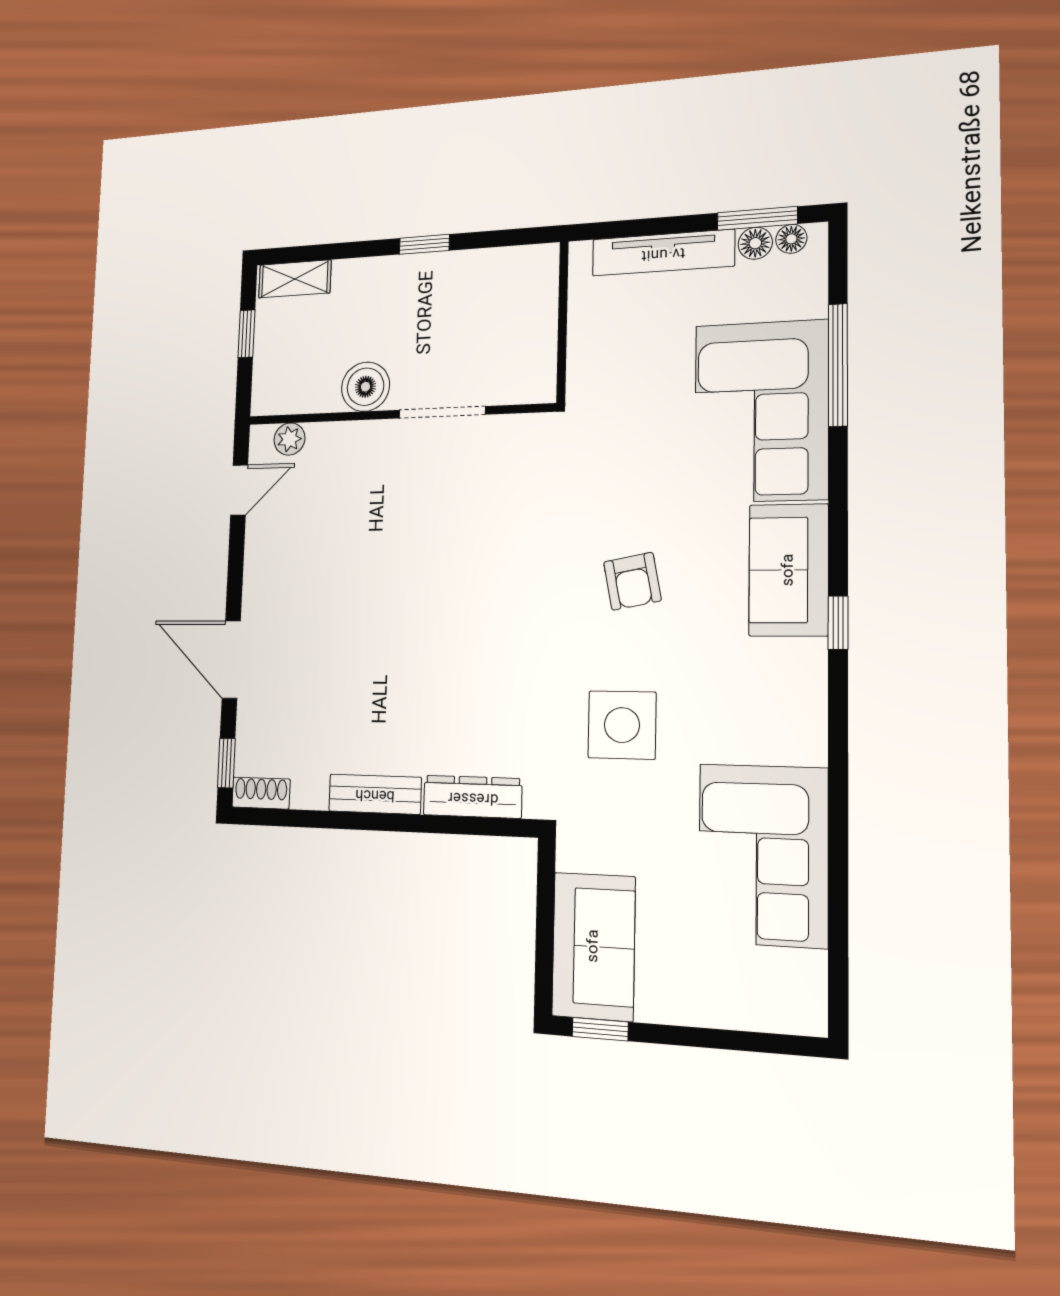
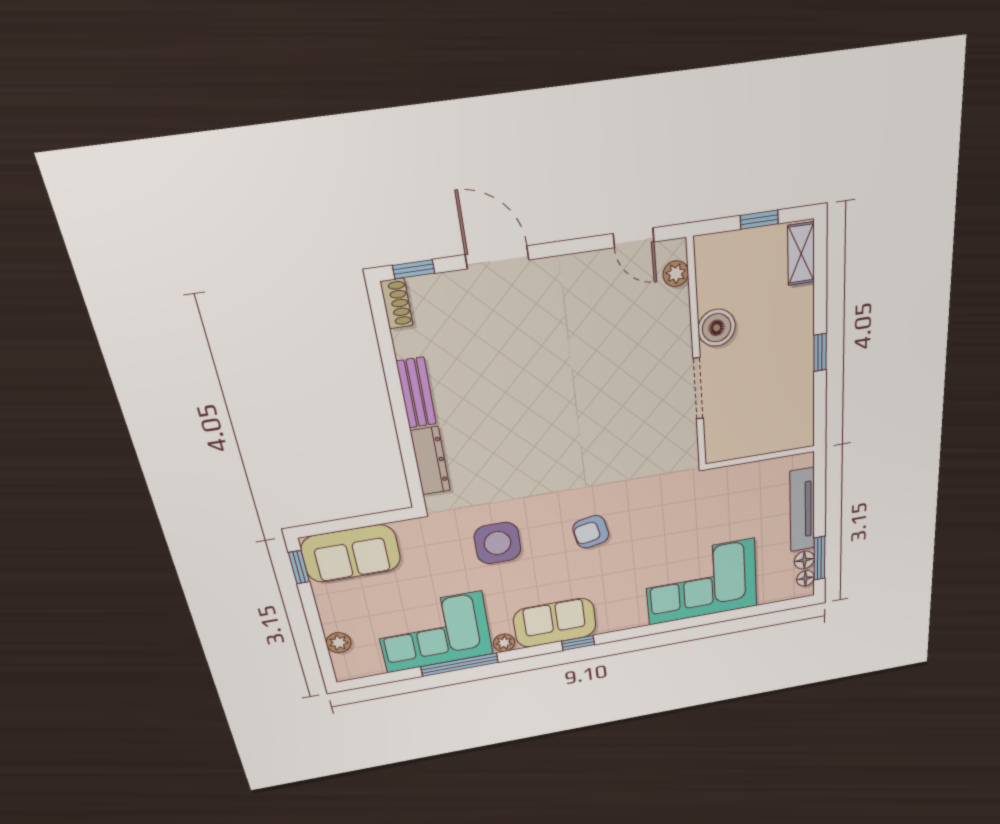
window: (838, 365) -> (460, 665), moved
sofa: (789, 570) -> (555, 623), moved
door: (231, 659) -> (497, 257), hinge flipped
plant: (810, 746) -> (504, 643), added
plant: (749, 1011) -> (339, 643), added

